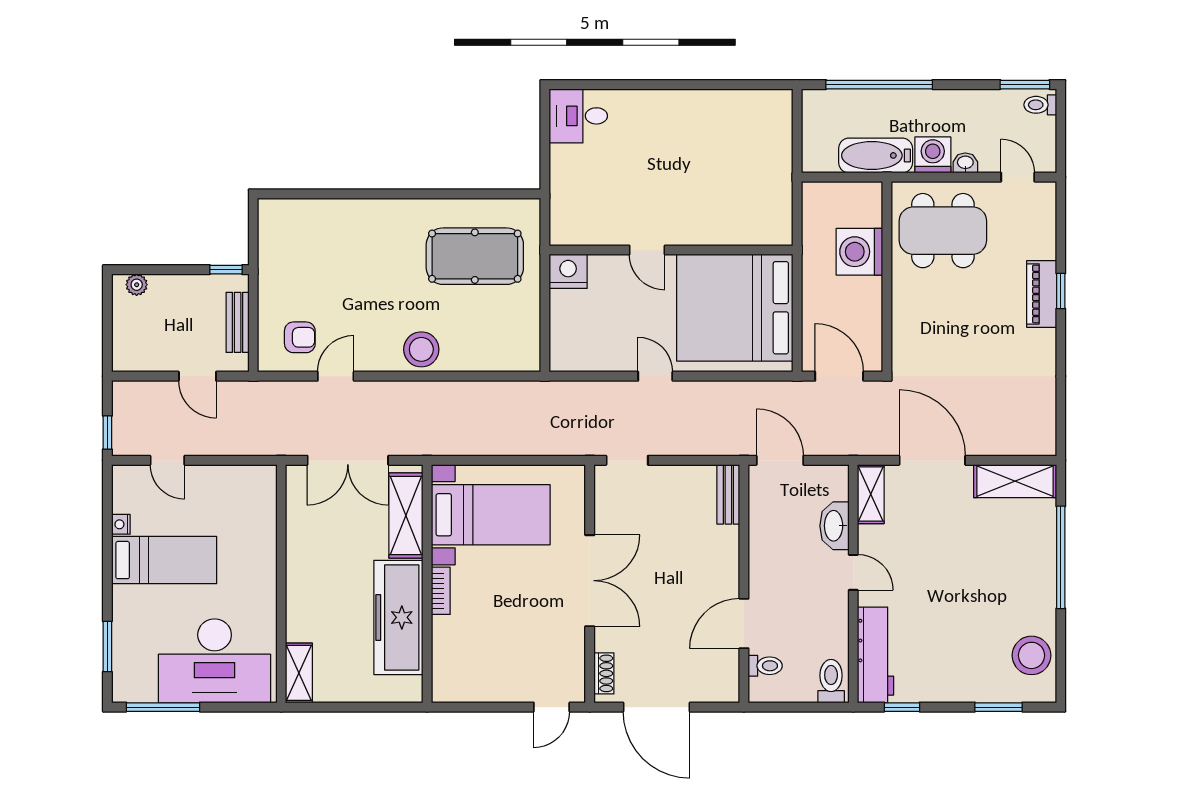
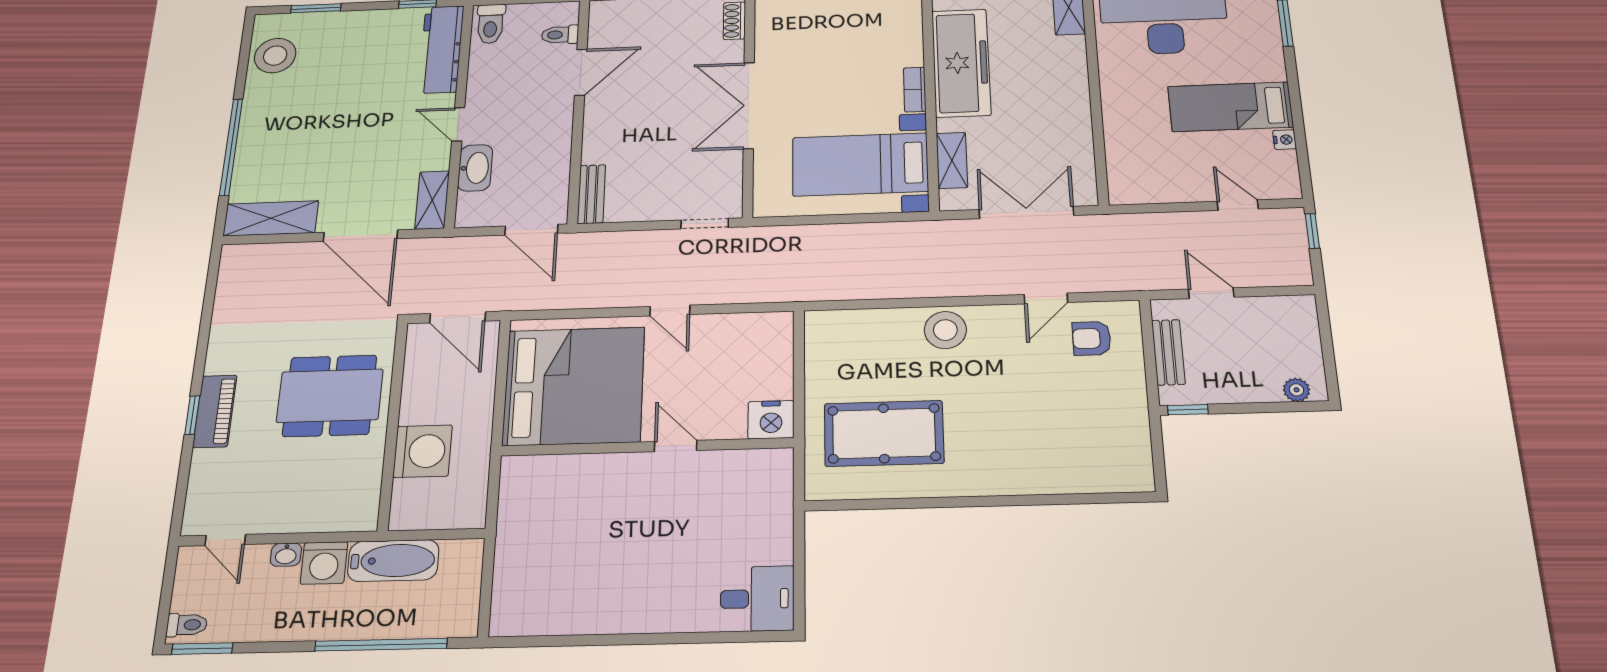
dining table: (943, 231) -> (330, 396), moved
shelving: (406, 516) -> (952, 160), width x0.67, depth x0.75

